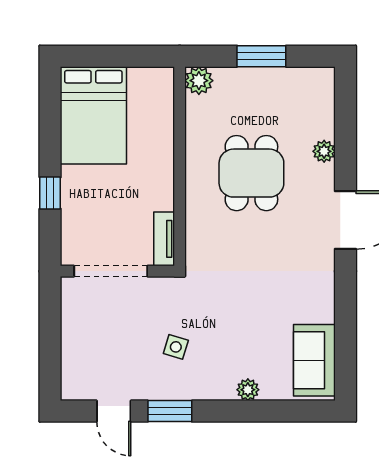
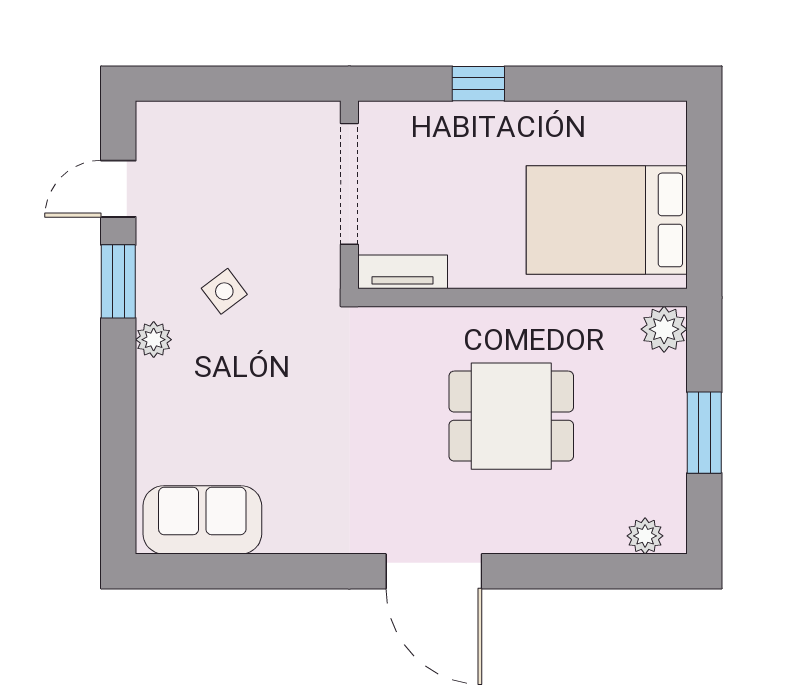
bed: (93, 115) -> (607, 220), moved
plant: (324, 151) -> (645, 536), moved
side table: (176, 347) -> (224, 291), turned 36
plant: (248, 390) -> (154, 340), moved

